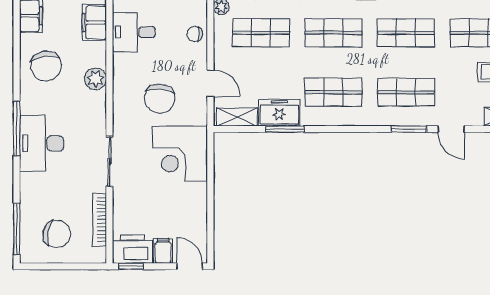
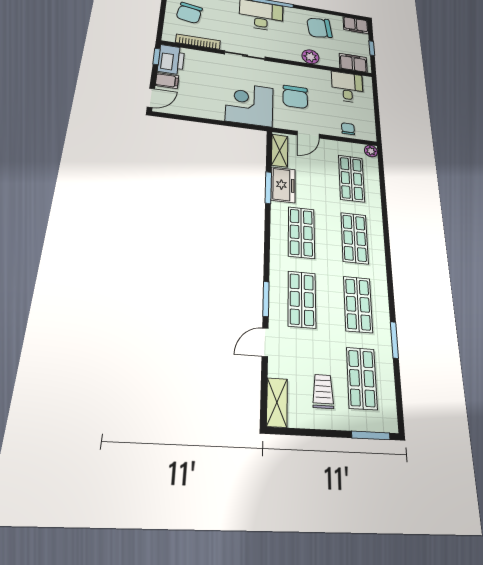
chair: (160, 99) -> (295, 97), turned -94

